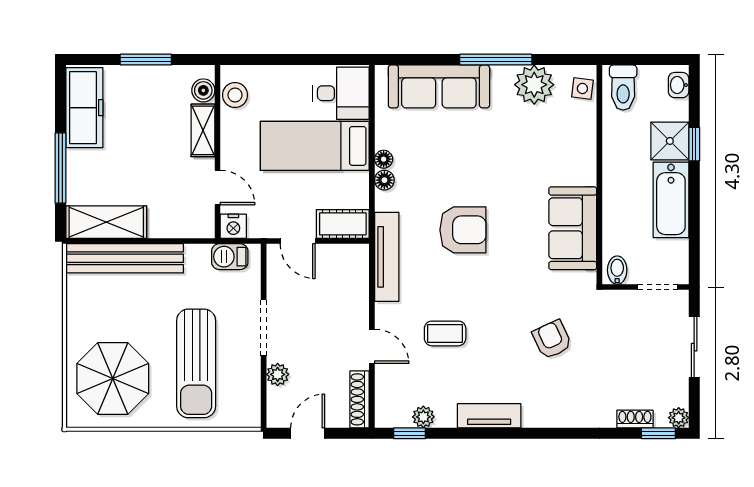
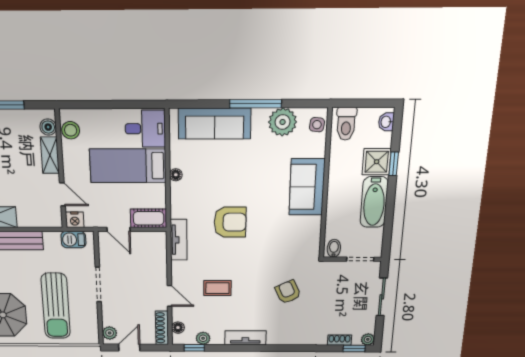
floor lamp: (384, 180) -> (178, 328), moved
sofa: (573, 228) -> (307, 187), moved
tv unit: (387, 257) -> (179, 240), width x0.71
plant: (278, 374) -> (110, 333), moved

